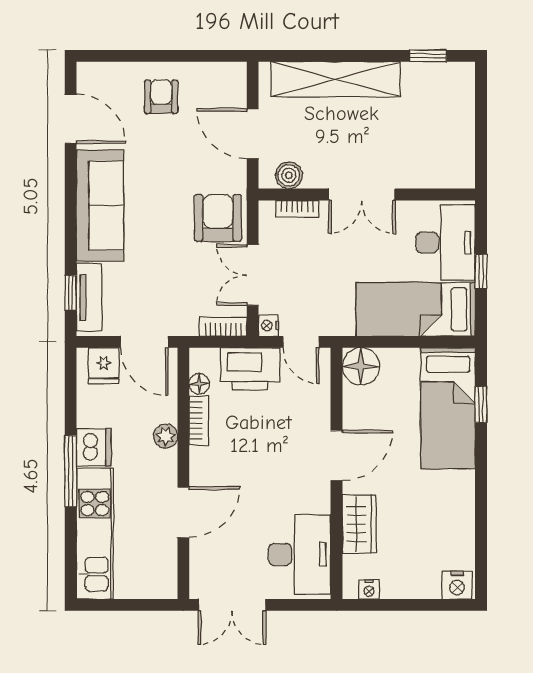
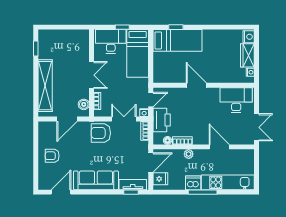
double door: (253, 275) -> (124, 119), swing flipped
floor lamp: (361, 366) -> (161, 75), removed
wardrobe: (359, 524) -> (247, 55), moved, turned -90

